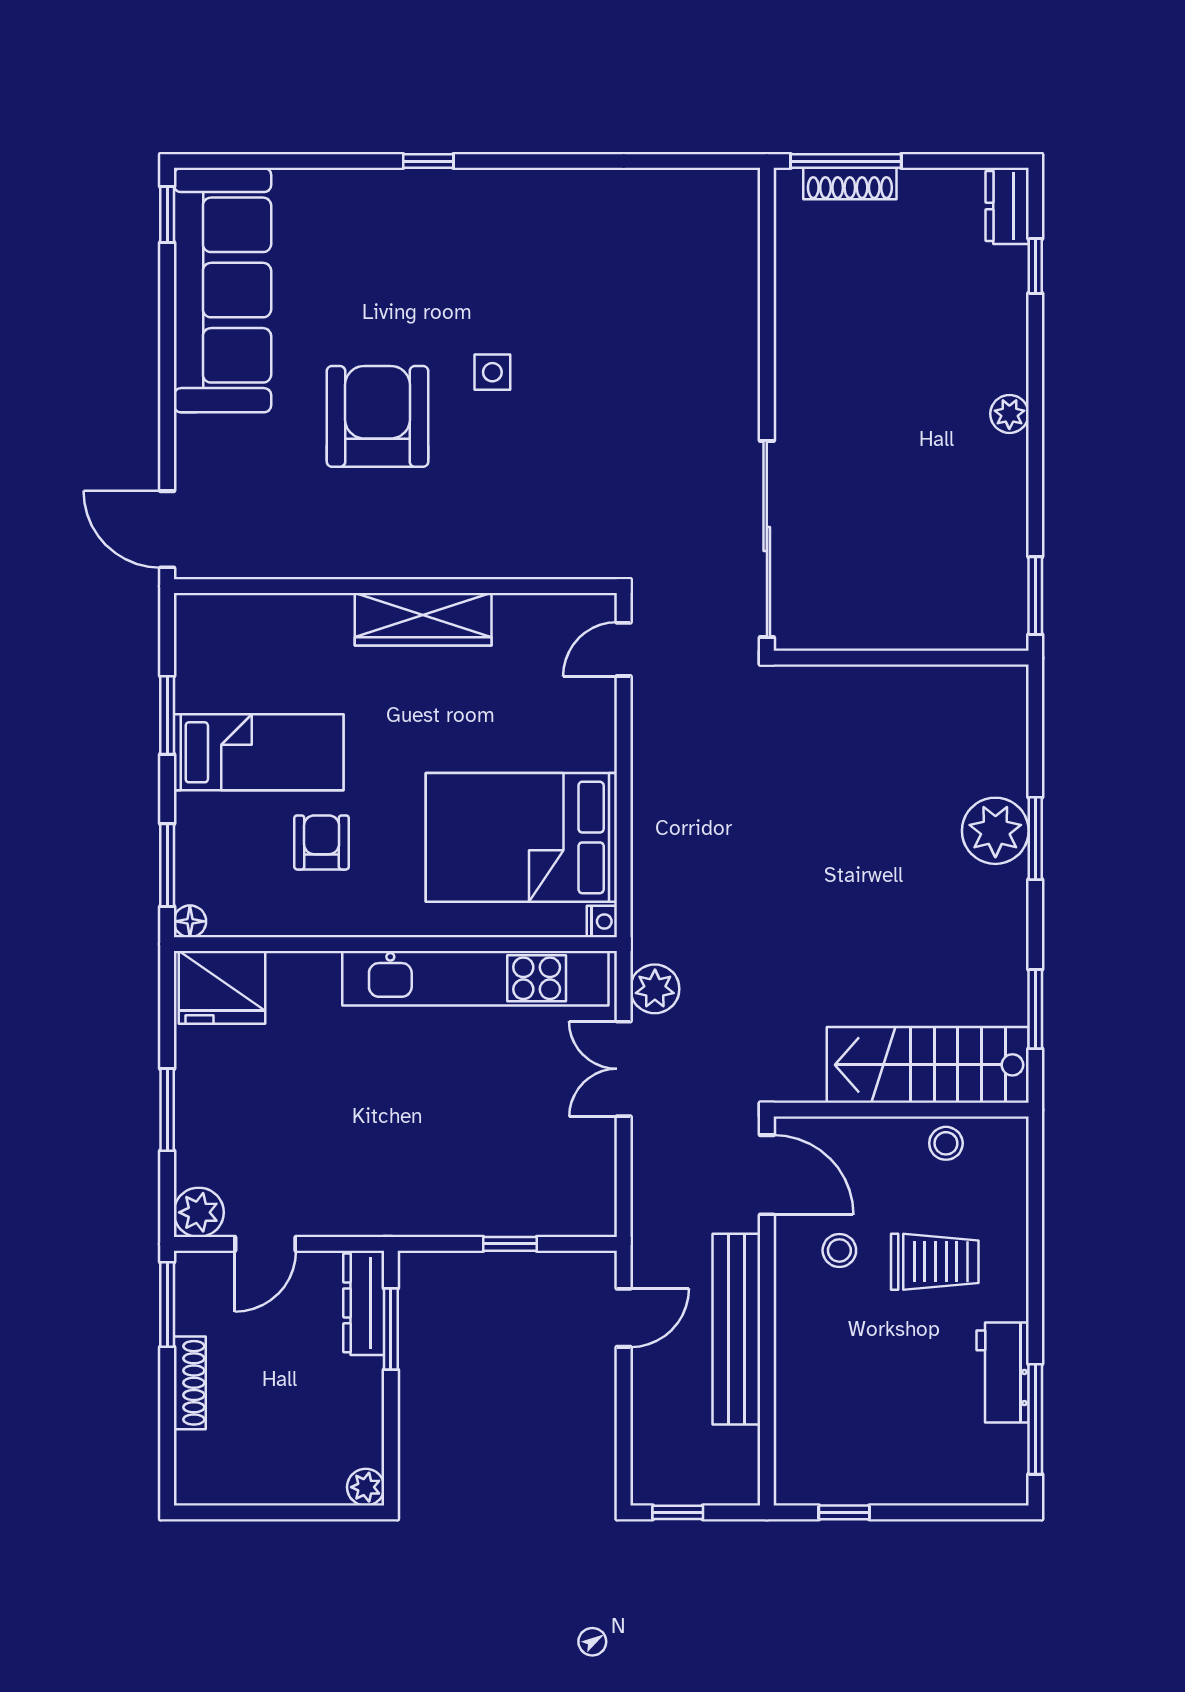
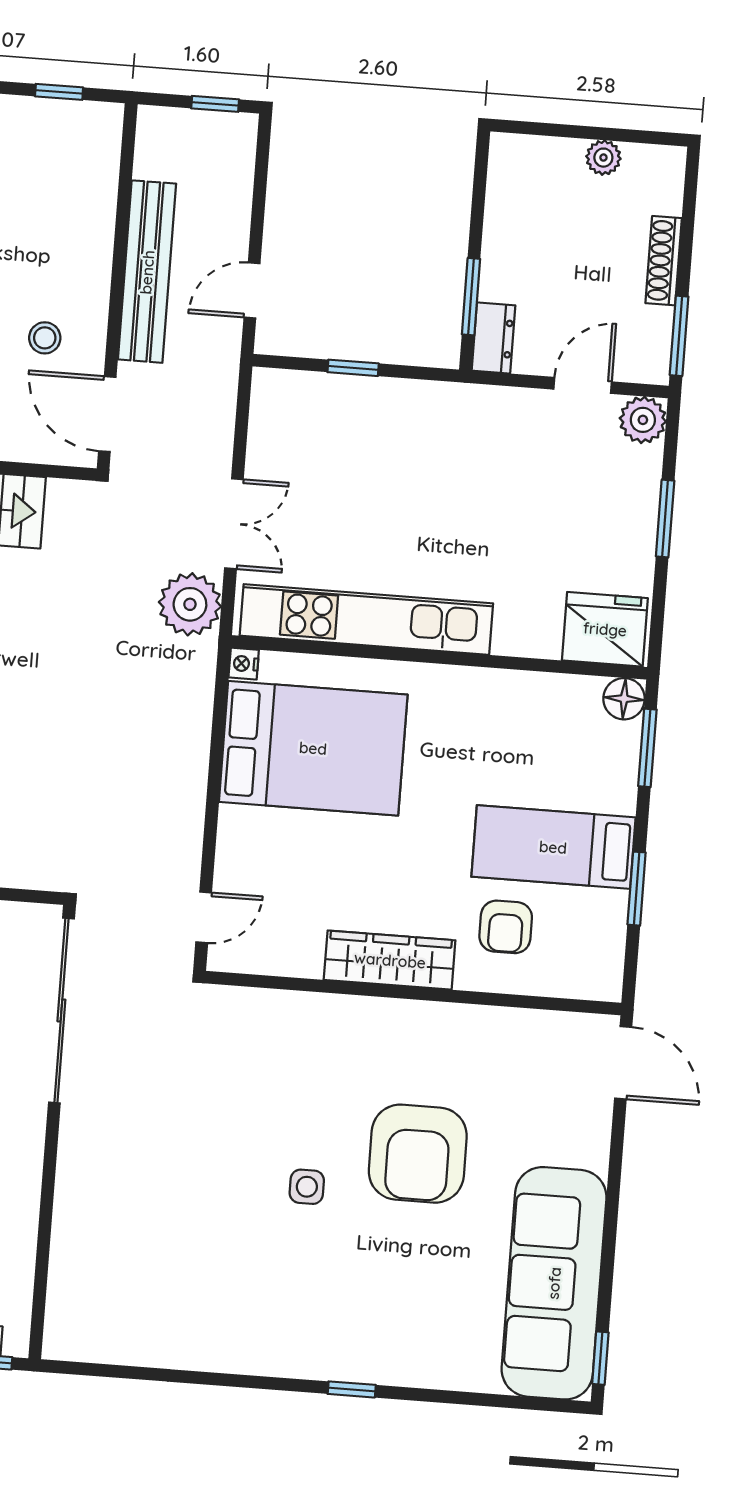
armchair: (322, 842) -> (506, 927), moved
floor lamp: (190, 921) -> (624, 699), width x1.37, depth x1.37
plant: (655, 989) -> (190, 604), width x1.36, depth x1.36
dresser: (364, 1303) -> (493, 338), width x0.70
plant: (366, 1487) -> (603, 158), moved

